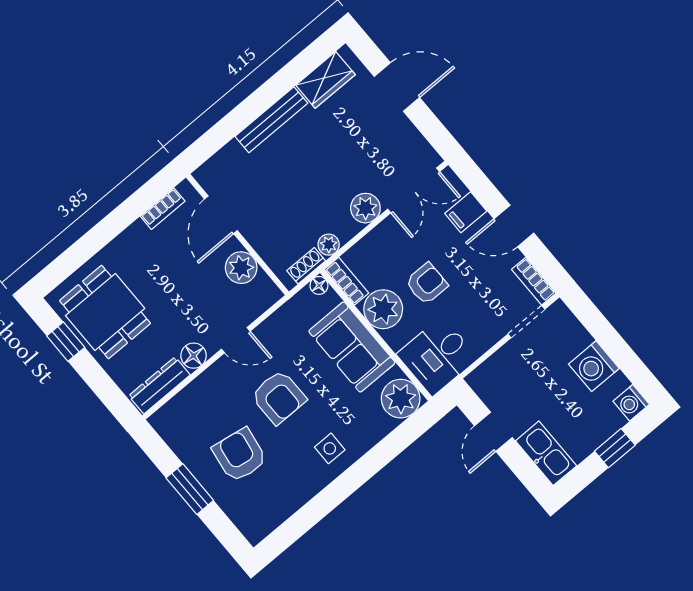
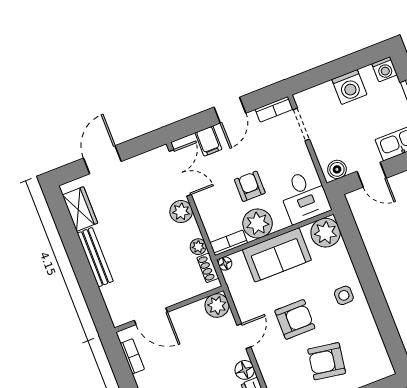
plant: (241, 268) -> (217, 305), moved
boiler: (485, 386) -> (337, 169), added

